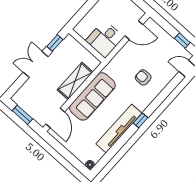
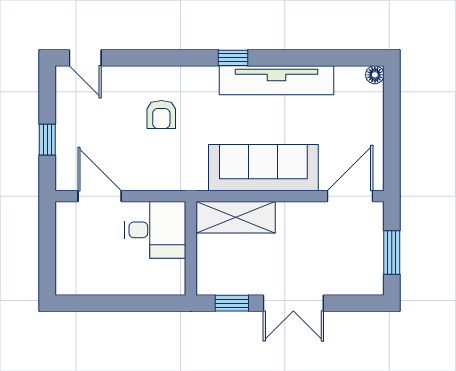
window: (182, 41) -> (47, 140), moved
shelving: (75, 81) -> (236, 217), moved

